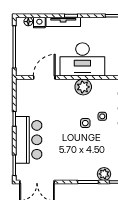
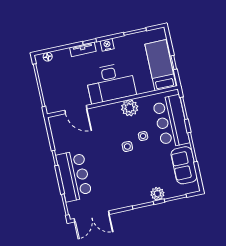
tv unit: (63, 22) -> (83, 49), width x0.71
nightstand: (39, 23) -> (107, 45), moved
door: (44, 77) -> (76, 110), swing flipped
plant: (83, 87) -> (130, 108), moved

